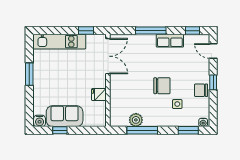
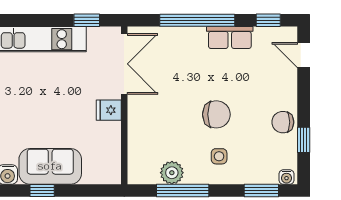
window: (151, 31) -> (197, 20), width x1.46
window: (213, 82) -> (304, 140), moved
fridge: (99, 95) -> (109, 110), moved
side table: (177, 104) -> (219, 156), moved

